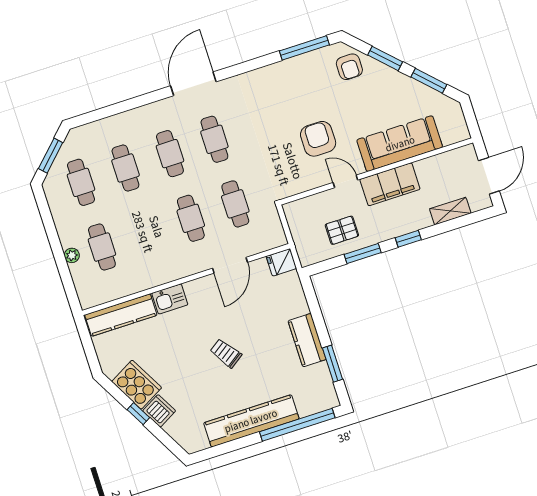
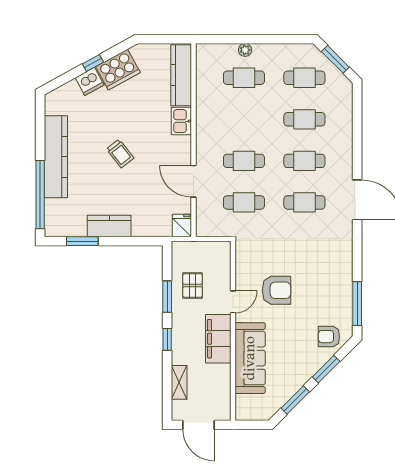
trolley: (226, 353) -> (120, 154), turned 87

